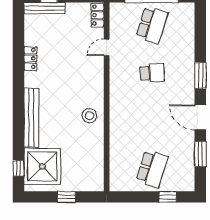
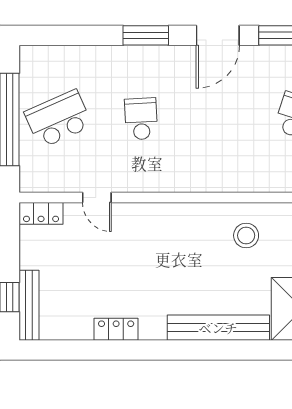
school desk: (152, 25) -> (58, 119), turned -42
stool: (89, 116) -> (246, 235), moved

